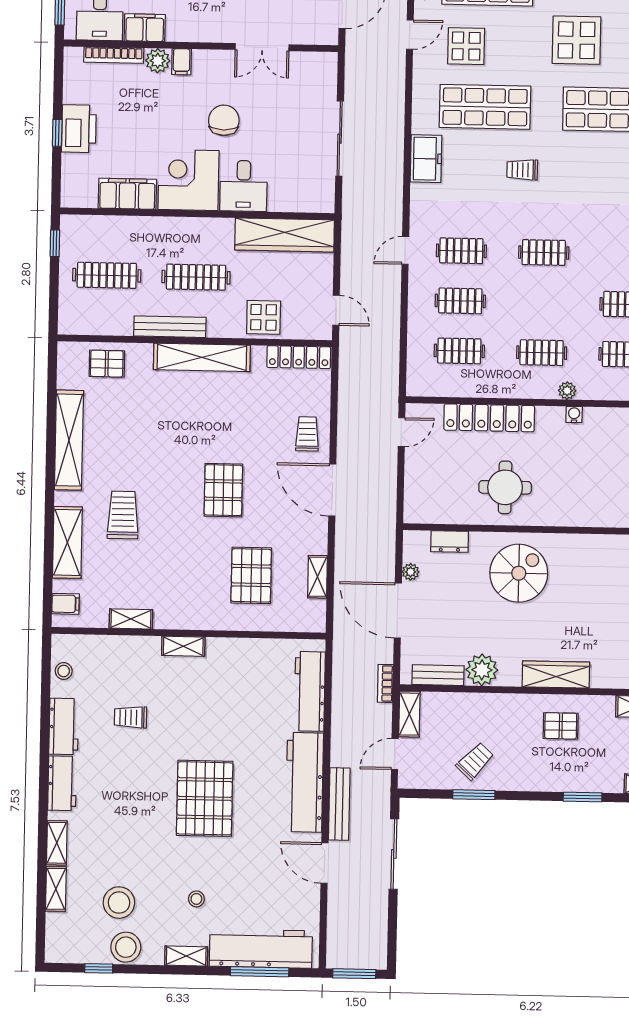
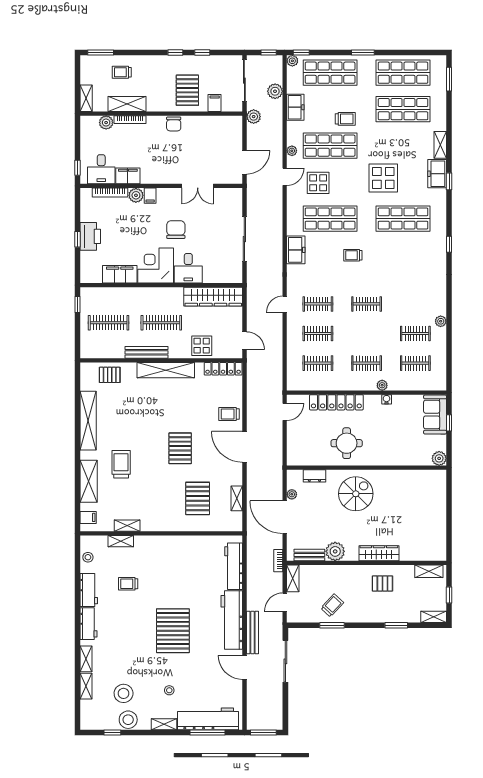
trolley: (307, 434) -> (229, 414), turned -90
shelving: (183, 646) -> (121, 541), moved

